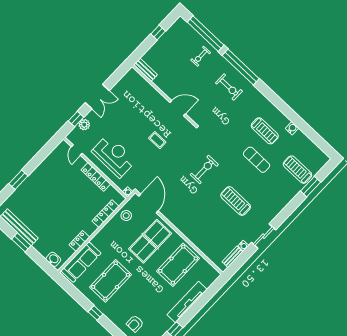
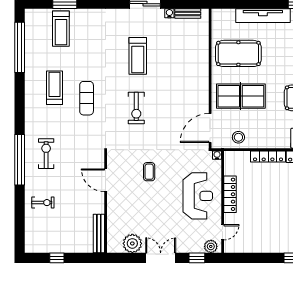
window: (206, 34) -> (20, 47), moved
bench: (145, 70) -> (99, 234), width x1.36
plant: (123, 88) -> (132, 243), added
plant: (84, 125) -> (211, 246), moved
water cooler: (292, 128) -> (30, 67), removed
reception desk: (114, 156) -> (198, 196), turned 180
exercise mat: (257, 160) -> (87, 98), moved
exercise bike: (204, 170) -> (136, 108), turned -90
locker: (105, 214) -> (268, 156), moved

